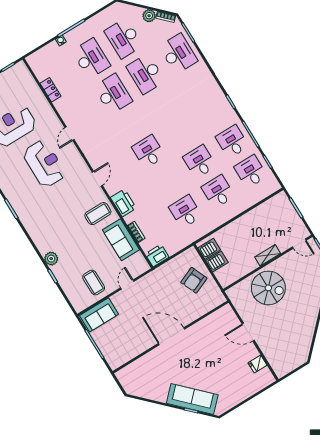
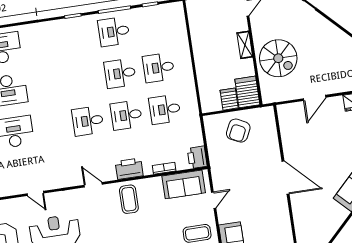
desk: (251, 172) -> (126, 115), moved
sofa: (121, 240) -> (184, 184), moved
server rack: (209, 249) -> (247, 92), moved, width x1.36, depth x1.44
armchair: (194, 280) -> (238, 131), turned 49
door: (127, 284) -> (214, 200), swing flipped
spiral stairs: (268, 288) -> (278, 58), turned 90
door: (172, 336) -> (285, 178), swing flipped

